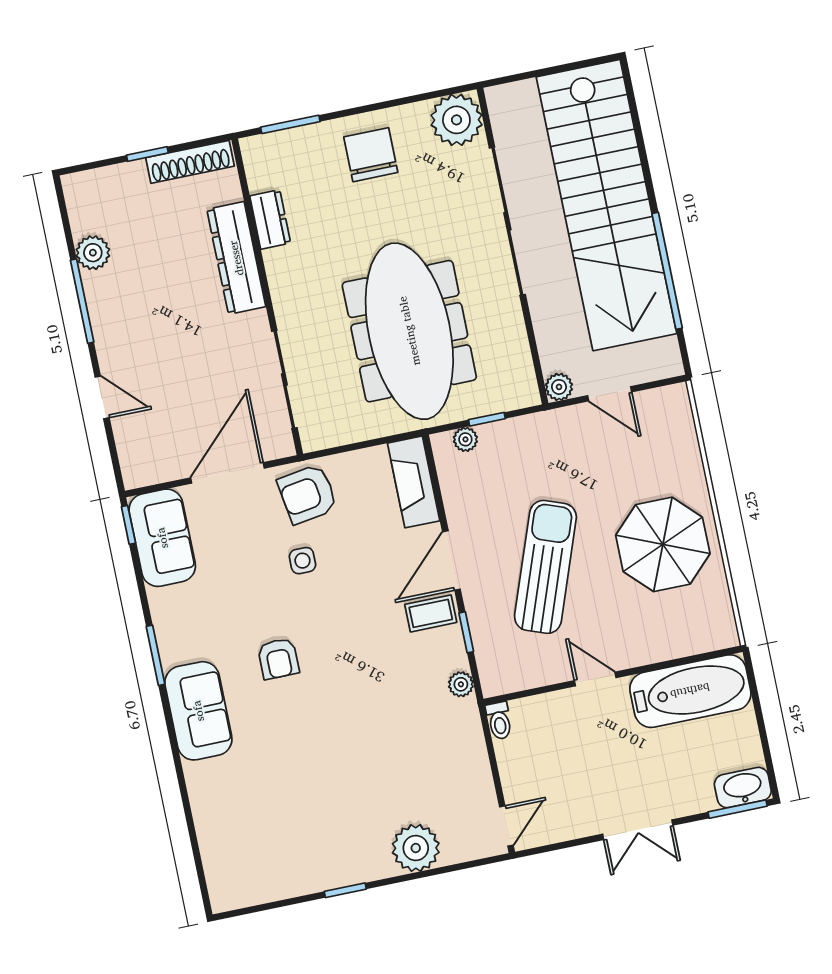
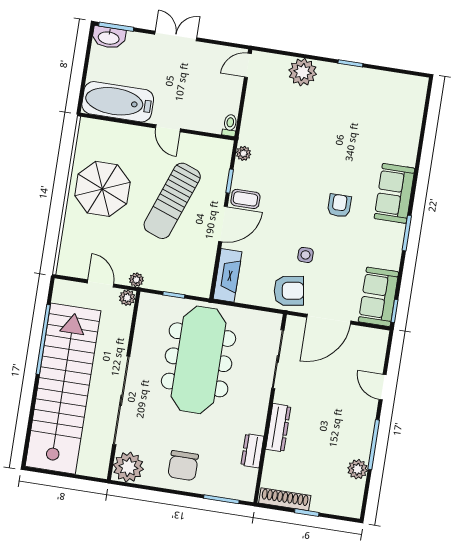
dresser: (236, 258) -> (278, 428), width x0.73, depth x0.80
plant: (465, 439) -> (136, 280), moved

